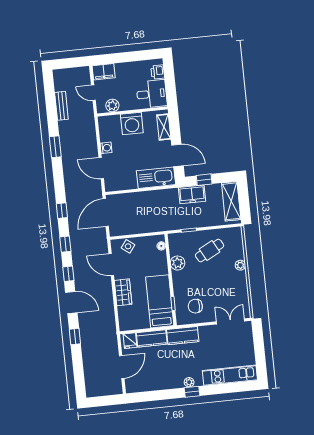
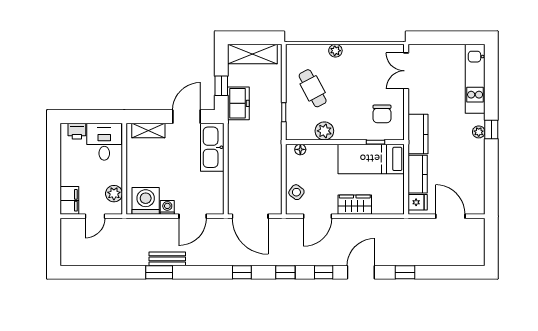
bench: (61, 106) -> (167, 259), moved
washing machine: (132, 124) -> (146, 201), moved, turned -90

